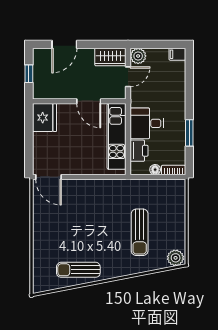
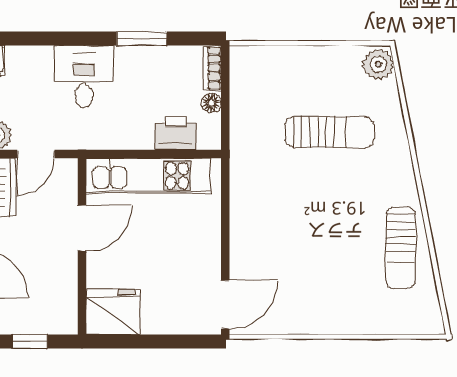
door: (128, 77) -> (36, 154), swing flipped
desk: (147, 123) -> (84, 77), moved, turned 180

